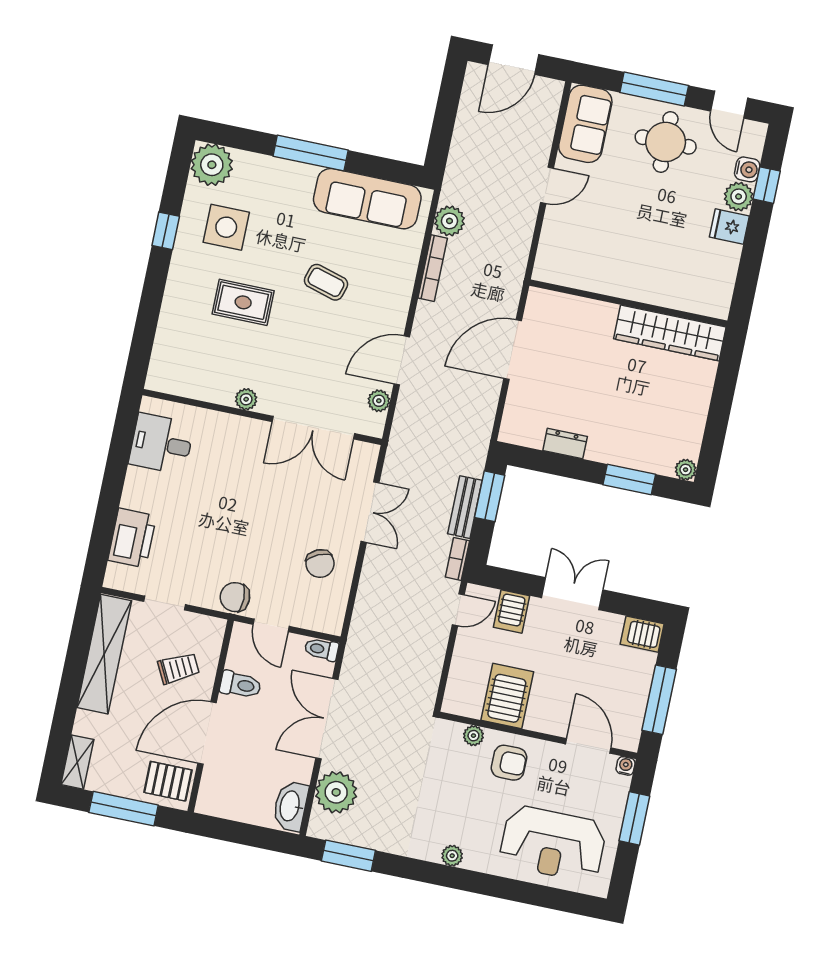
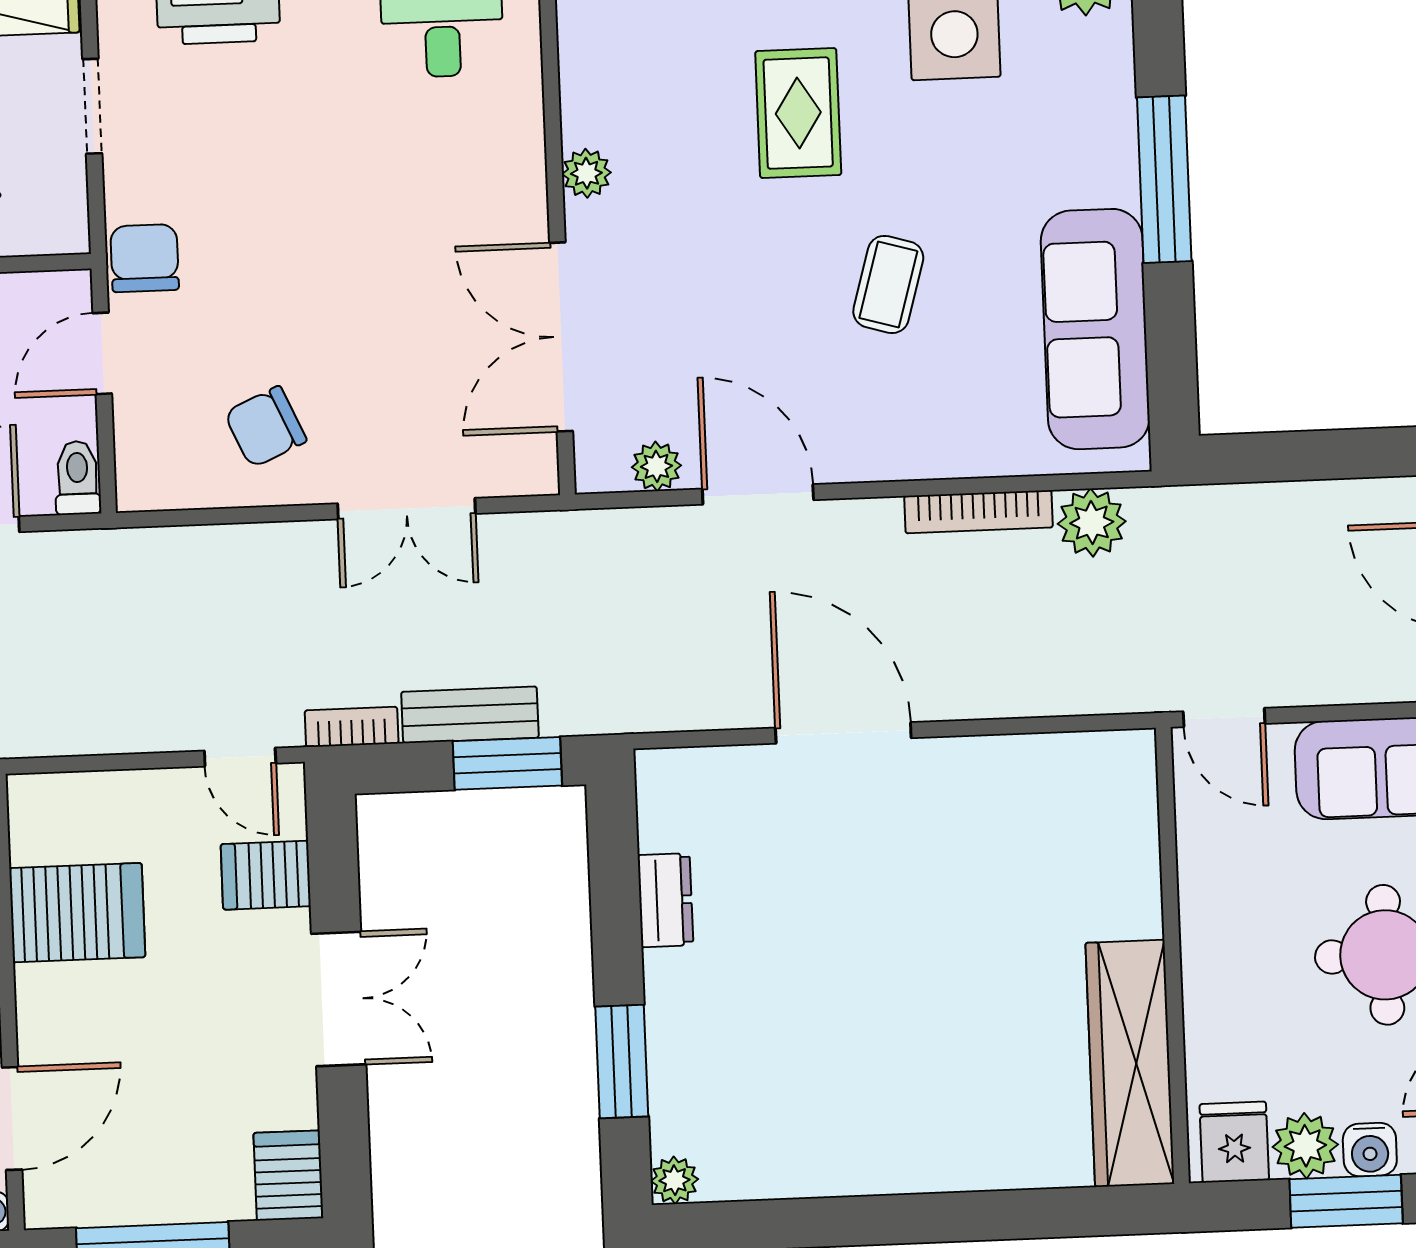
window: (767, 185) -> (1346, 1201), width x1.50
wall: (628, 303) -> (1172, 955), moved
wardrobe: (670, 333) -> (1130, 1063), moved

